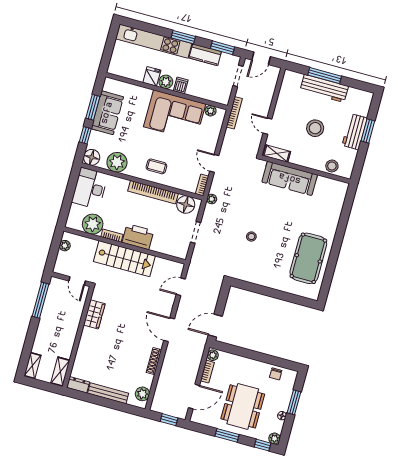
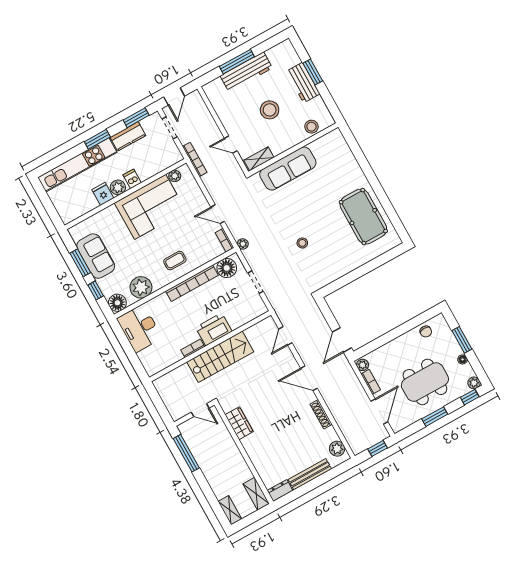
plant: (93, 224) -> (169, 354), removed
plant: (65, 246) -> (164, 392), removed
dining table: (243, 406) -> (425, 382), turned 90

